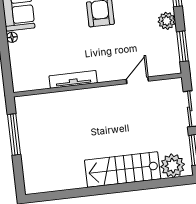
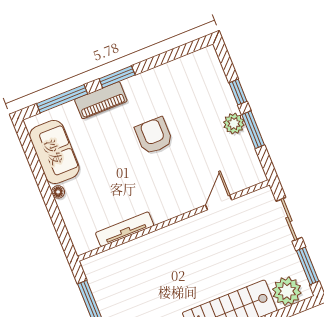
window: (182, 46) -> (253, 130), moved
tv unit: (73, 79) -> (125, 229), moved

